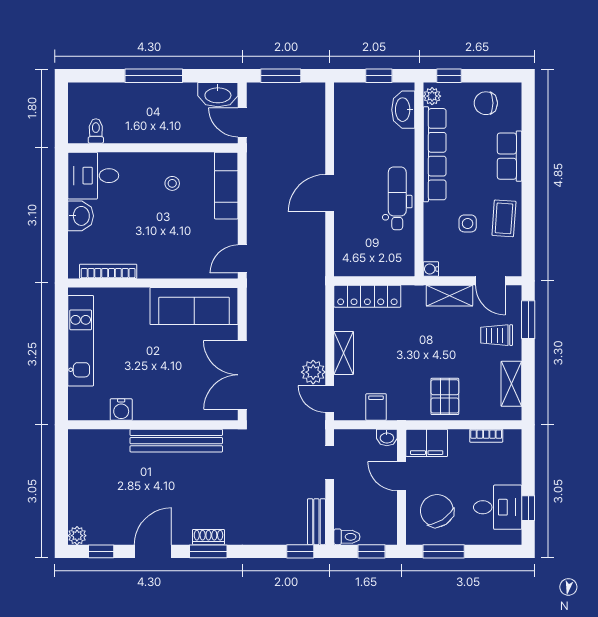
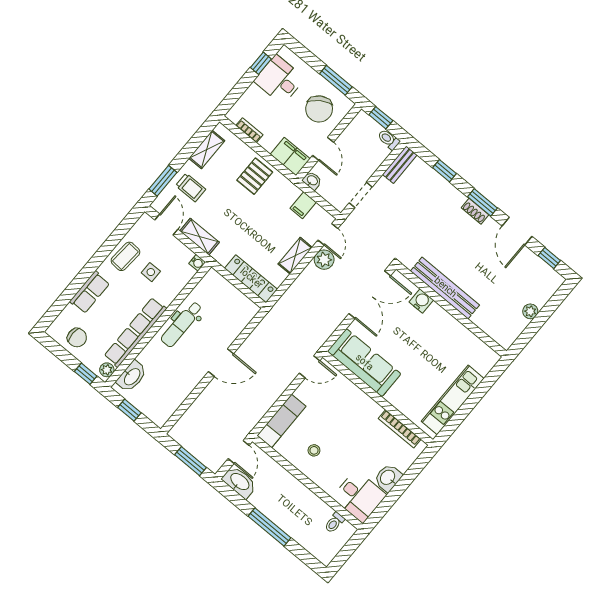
water cooler: (121, 410) -> (421, 301), moved
plant: (77, 536) -> (530, 311), moved
door: (153, 551) -> (517, 231), hinge flipped
window: (300, 551) -> (444, 171), moved

